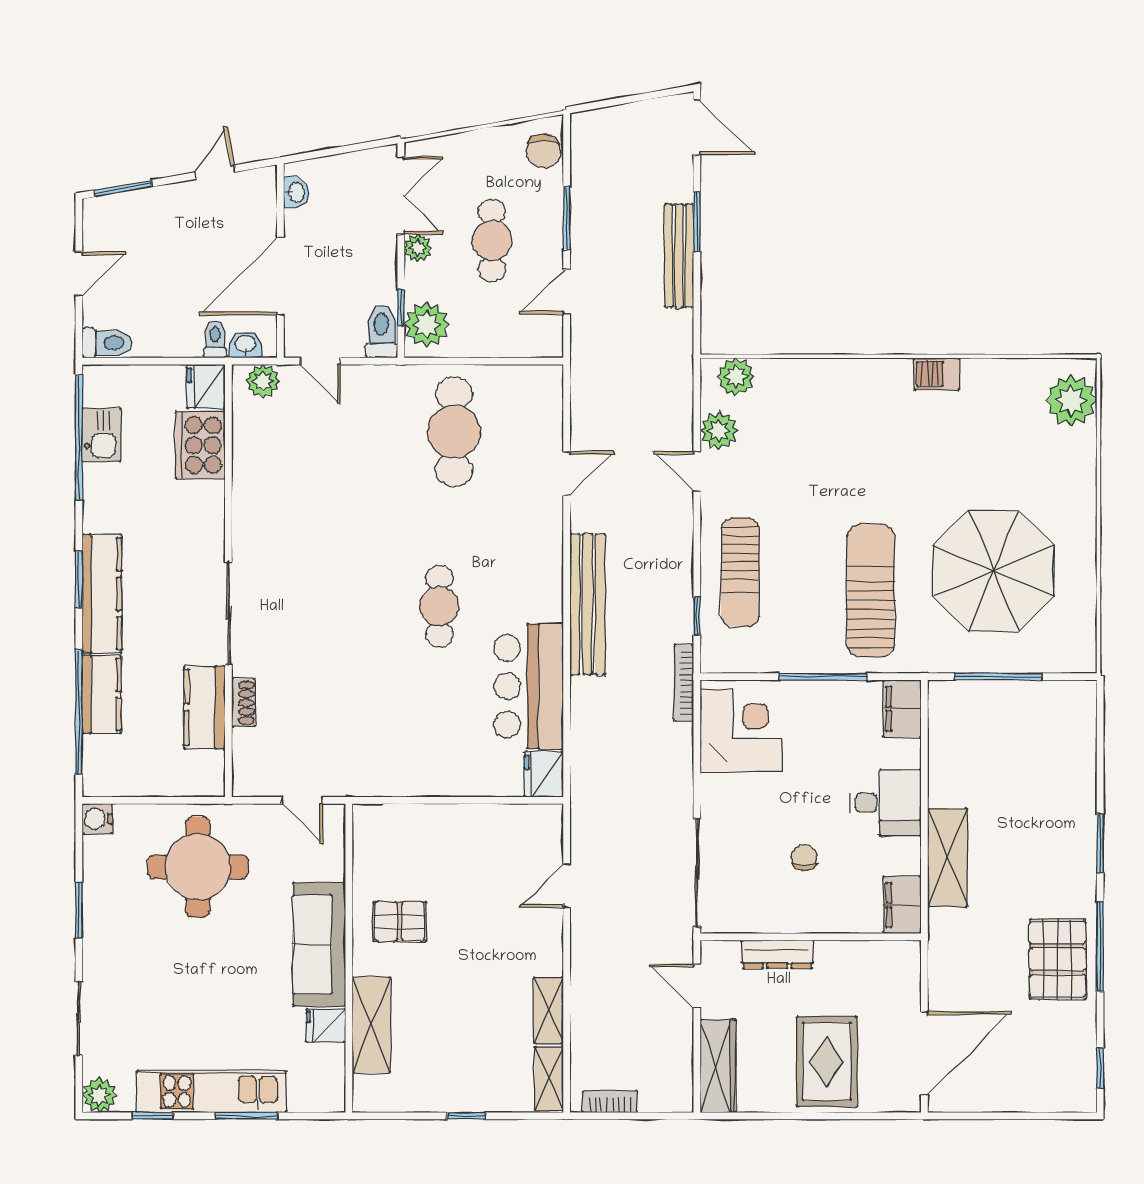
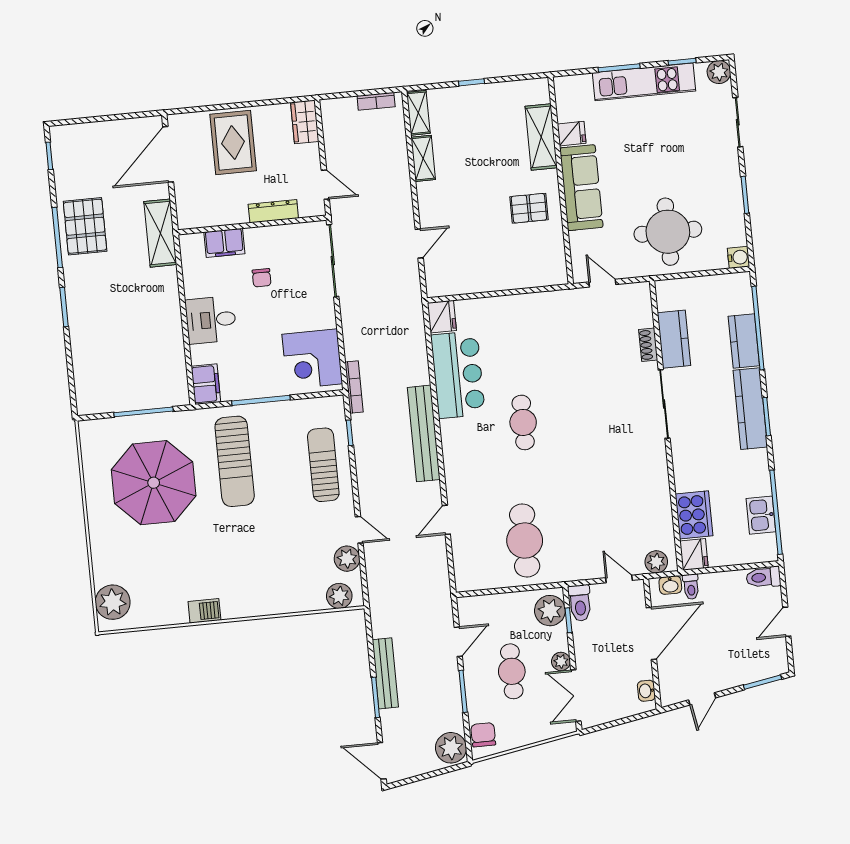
plant: (593, 136) -> (451, 748), added
shelving: (947, 858) -> (160, 233), moved
filing cabinet: (902, 905) -> (224, 243), moved, turned 90
wardrobe: (718, 1066) -> (305, 122), width x0.67

